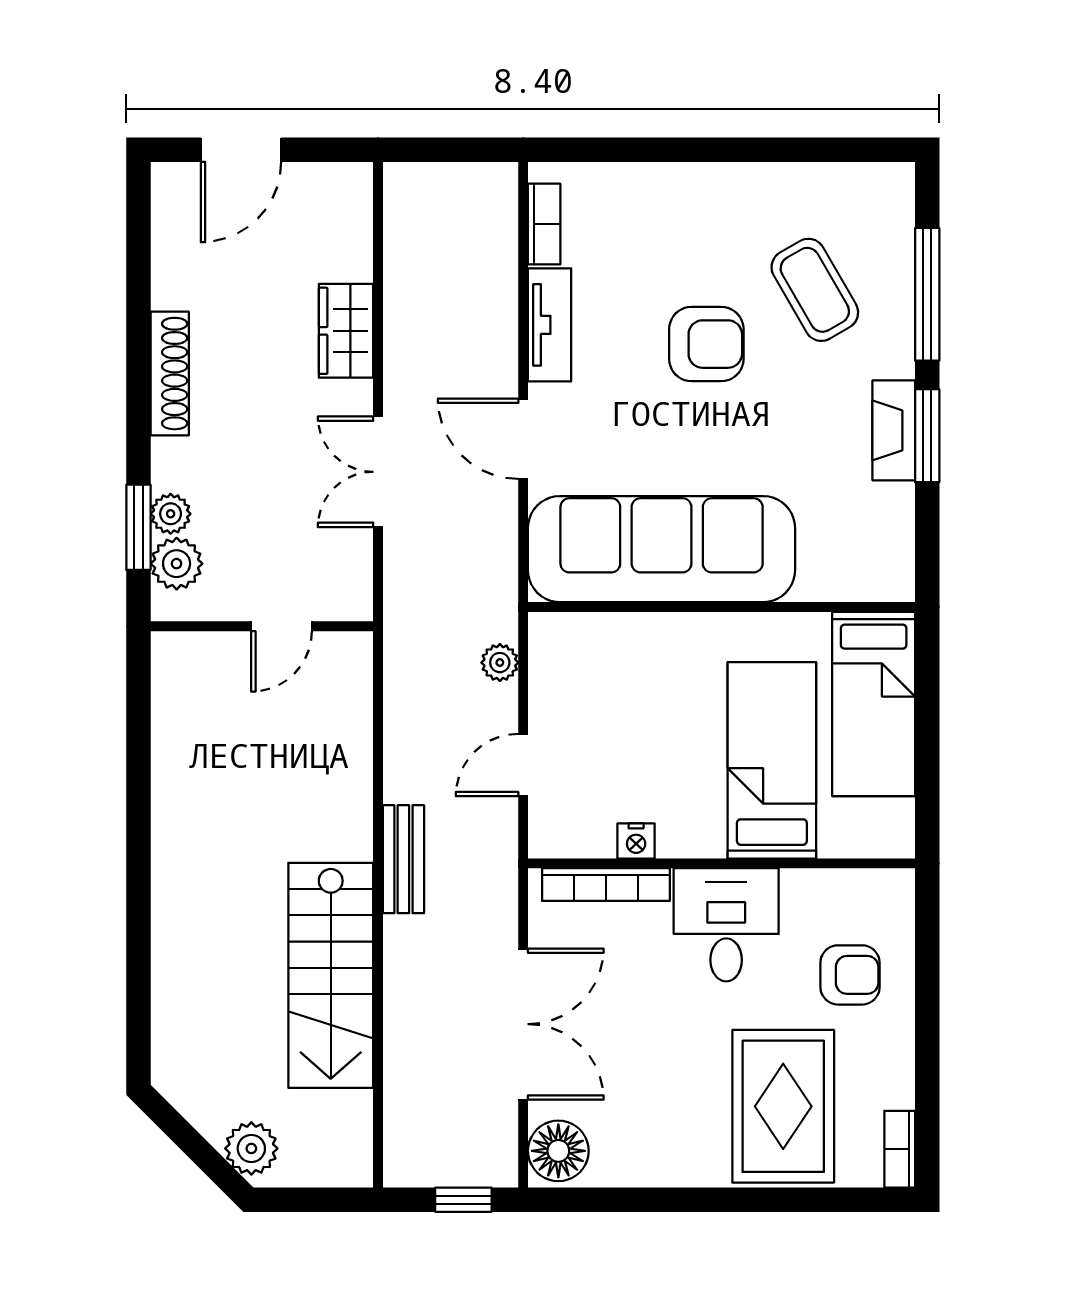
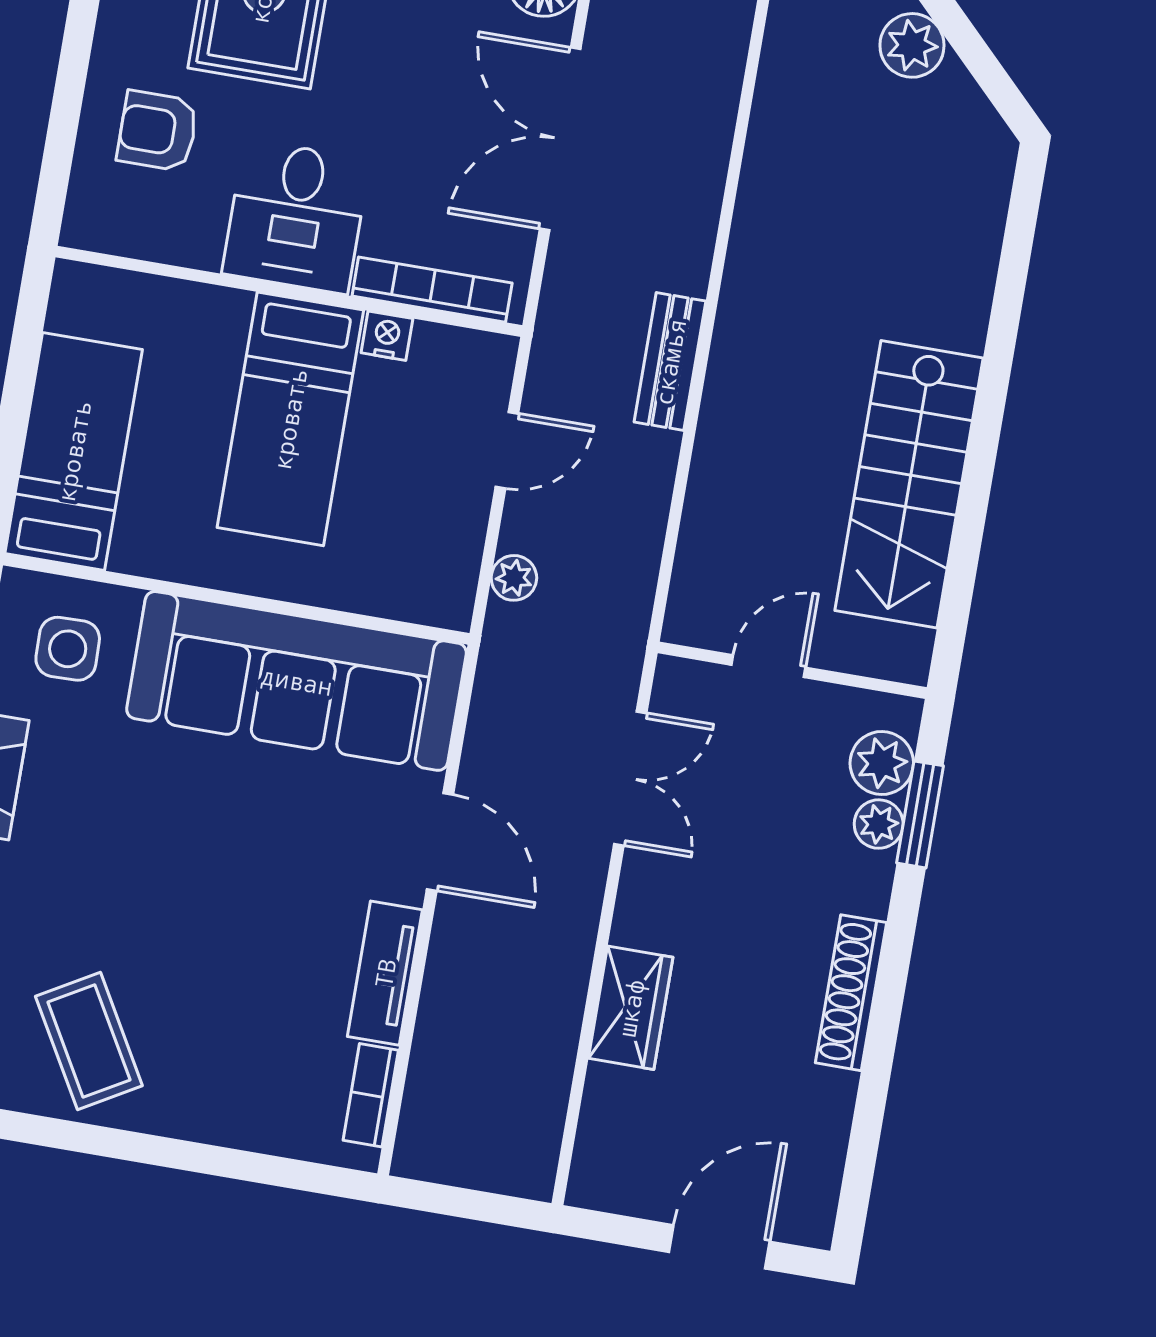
coffee table: (815, 290) -> (89, 1041), moved
armchair: (706, 344) -> (201, 918), removed
double door: (378, 472) -> (630, 778), moved
side table: (851, 543) -> (68, 649), added
bed: (772, 760) -> (290, 419), moved
stairs: (331, 975) -> (909, 484), moved, turned 180

